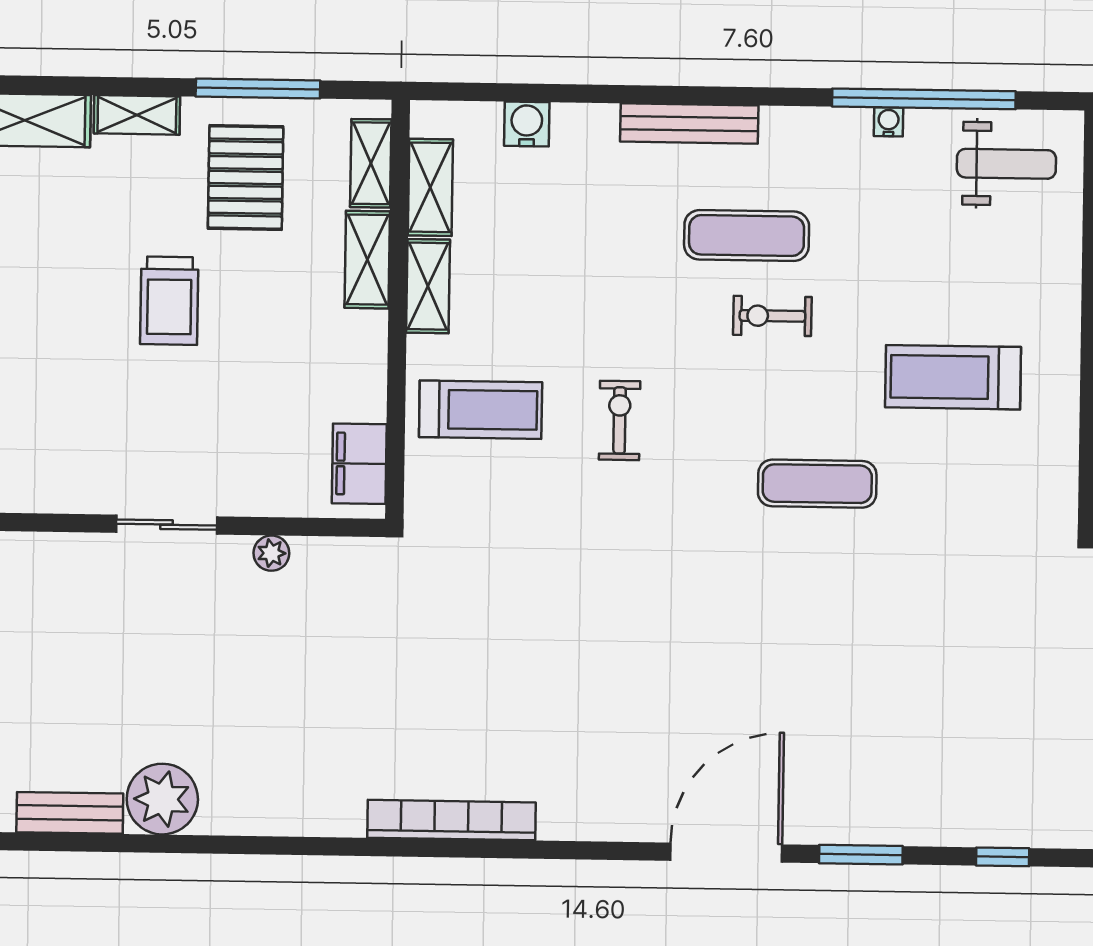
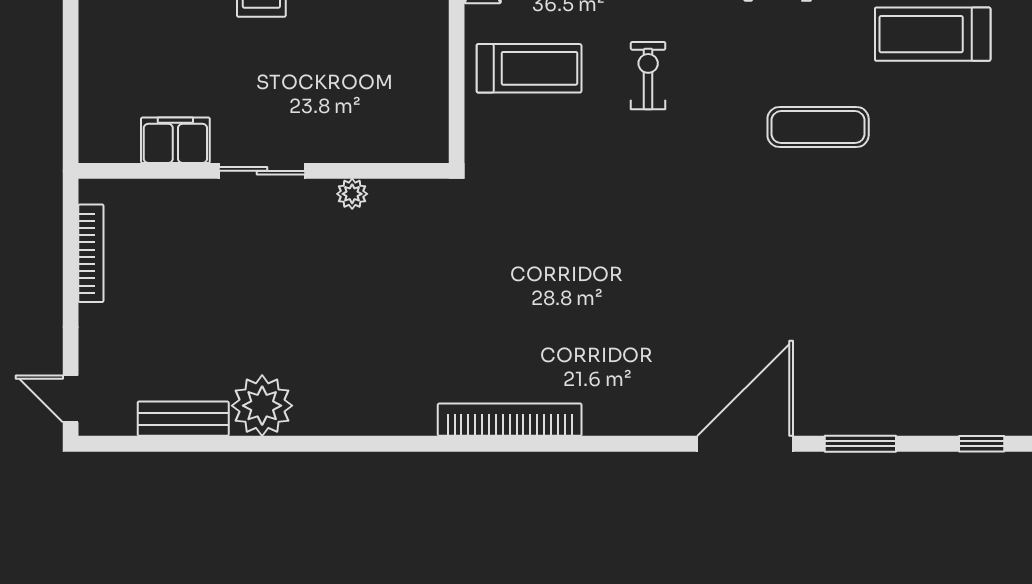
filing cabinet: (359, 464) -> (175, 140), moved, turned 90

